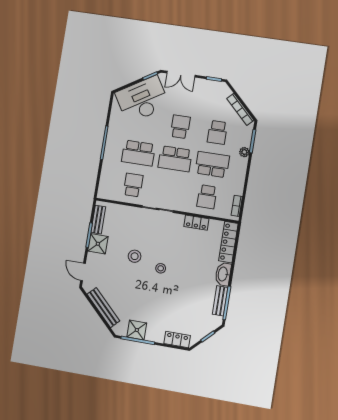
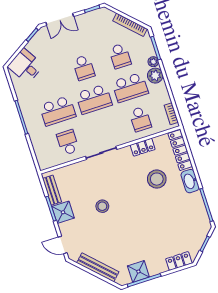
desk: (142, 99) -> (26, 66), width x0.53, depth x0.77
school desk: (180, 127) -> (84, 68), turned 180
school desk: (212, 164) -> (130, 87), turned 180
plant: (240, 165) -> (155, 76), added
stool: (161, 268) -> (157, 179), moved, width x1.89, depth x1.89
bench: (220, 301) -> (200, 206), removed

